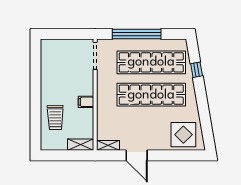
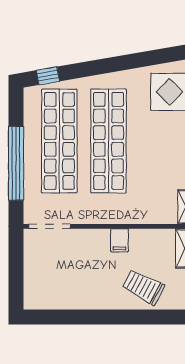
window: (197, 70) -> (48, 76), moved
trolley: (55, 118) -> (143, 287), turned -151

